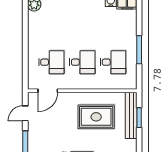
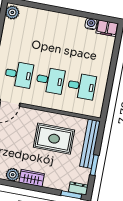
window: (139, 50) -> (111, 79), removed
window: (139, 118) -> (94, 165), moved

